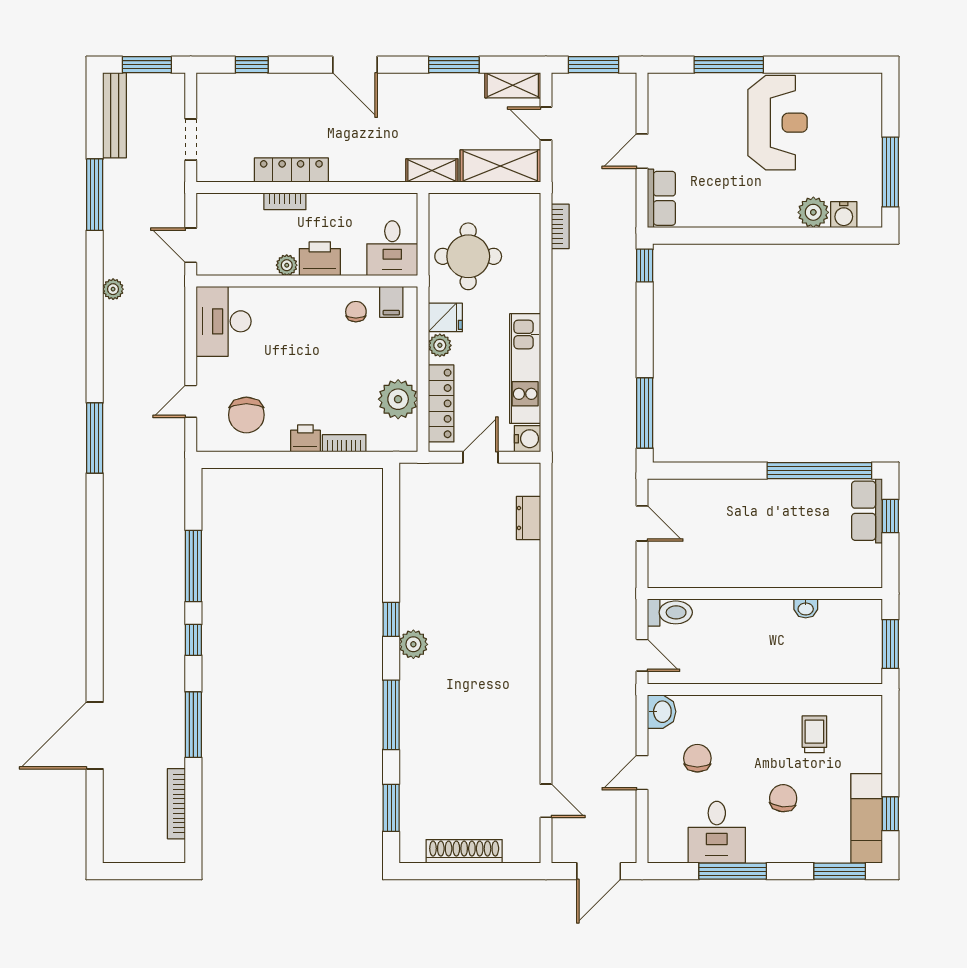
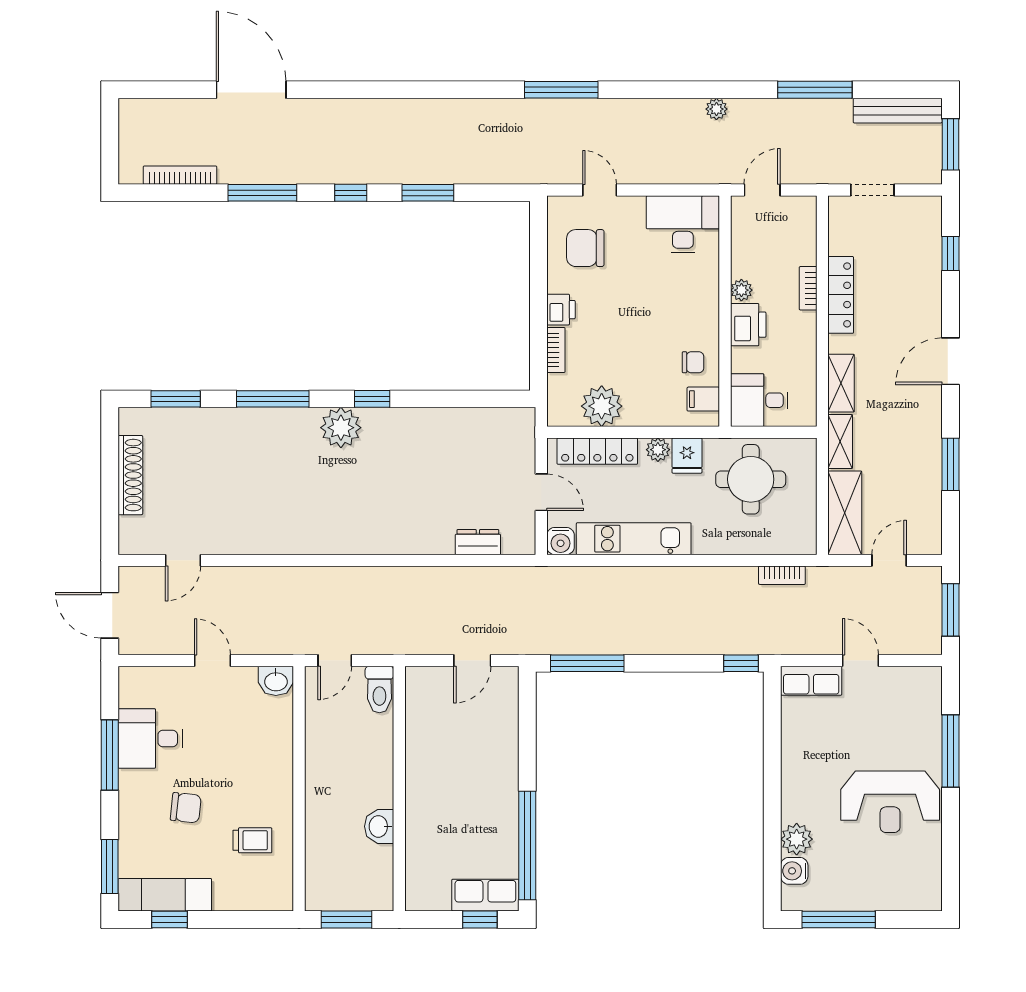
shelving: (513, 85) -> (841, 383), moved
window: (193, 566) -> (428, 193), width x0.69
washbasin: (806, 608) -> (379, 826), width x1.38, depth x1.45
plant: (413, 644) -> (341, 428), width x1.36, depth x1.36
chair: (697, 758) -> (227, 718), removed

